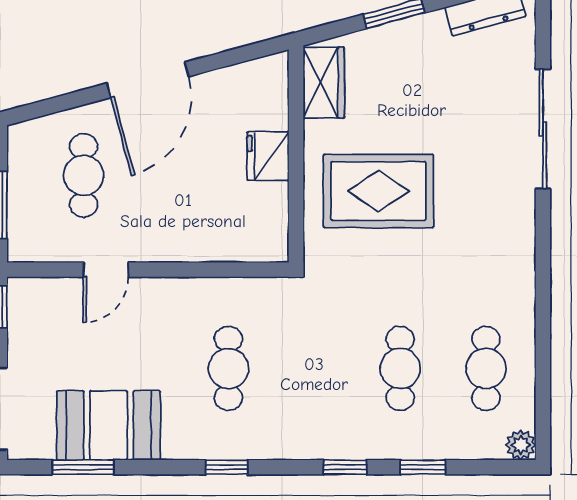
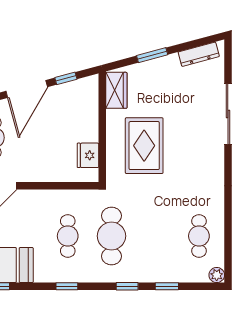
window: (225, 59) -> (66, 78), added
fridge: (268, 156) -> (88, 155), moved
rug: (378, 191) -> (144, 146), turned 90
cafe table: (400, 368) -> (111, 236), moved, width x1.37, depth x1.35

